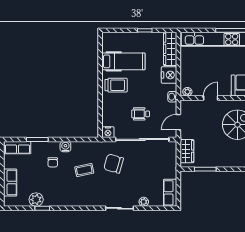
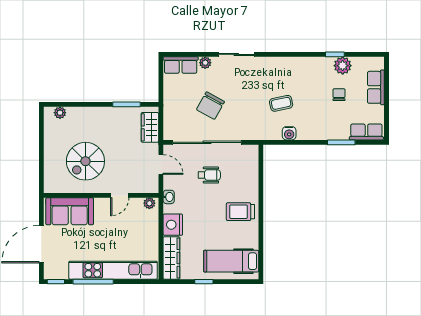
hospital bed: (123, 61) -> (231, 261), moved
door: (178, 122) -> (161, 165), hinge flipped
nightstand: (108, 132) -> (251, 152), removed
water cooler: (65, 147) -> (289, 133), moved
chair: (53, 162) -> (339, 95), moved
chair: (114, 164) -> (210, 106), moved, turned 103
row of seats: (170, 193) -> (181, 65), moved, turned 90

